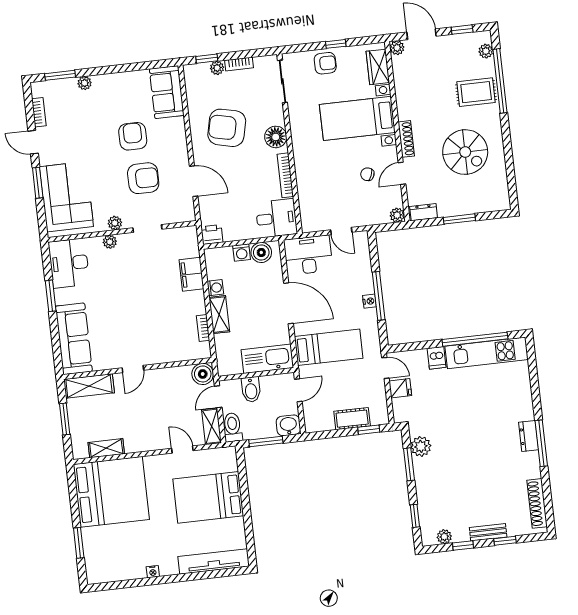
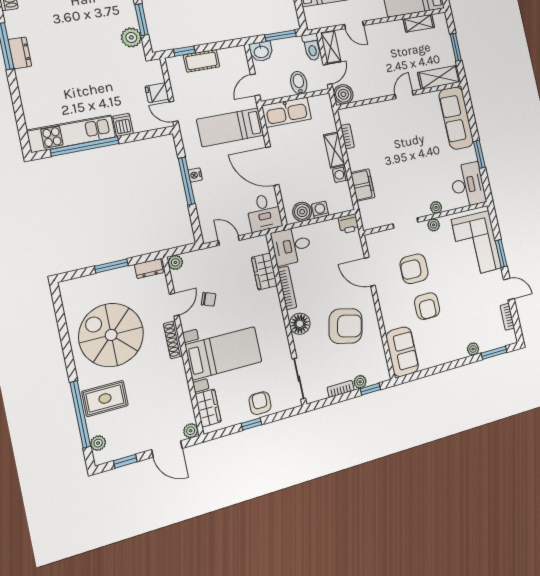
armchair: (325, 63) -> (260, 403), turned 90
spiral stairs: (465, 152) -> (111, 335), width x1.37, depth x1.37
wardrobe: (308, 195) -> (264, 271), added
desk: (308, 255) -> (264, 213), width x0.73

